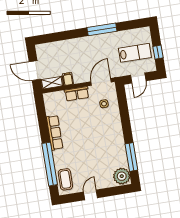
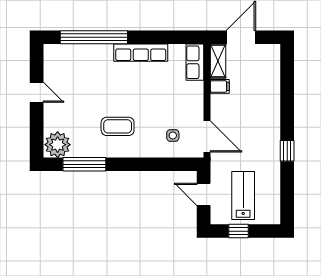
window: (102, 29) -> (287, 151), width x0.46
lab bench: (135, 53) -> (243, 196), turned 180
row of seats: (77, 94) -> (195, 62), moved
coffee table: (65, 179) -> (118, 126), moved

